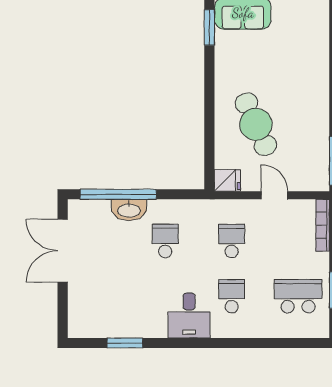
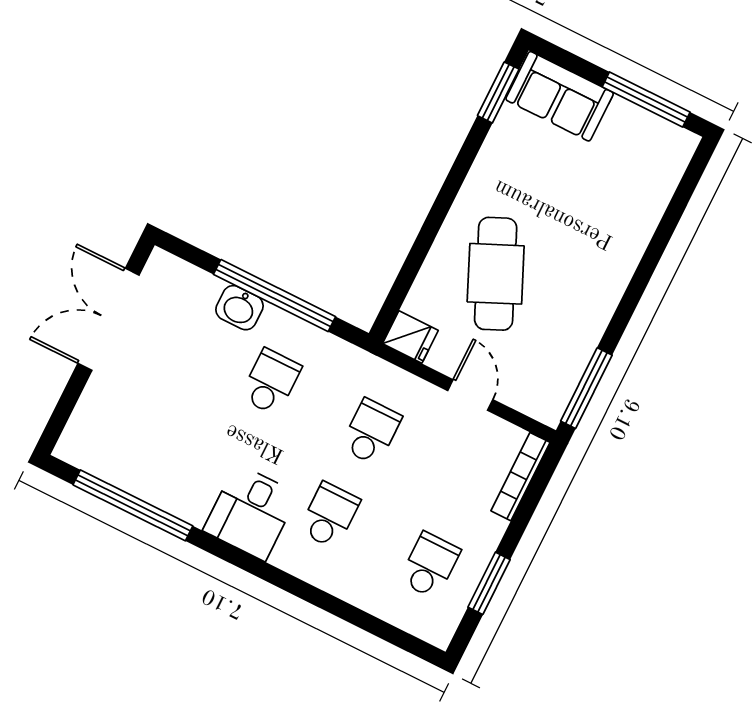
window: (118, 194) -> (275, 296), moved
washbasin: (129, 210) -> (239, 308), width x0.72
school desk: (298, 296) -> (430, 565), width x0.54
window: (125, 343) -> (133, 505), width x2.11

